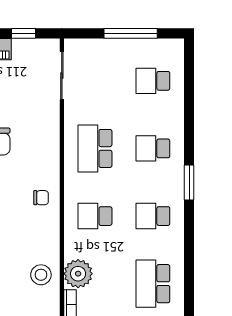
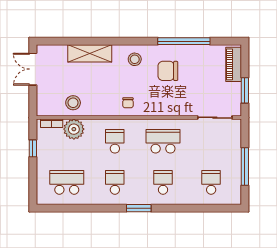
window: (23, 33) -> (245, 90), width x1.50

